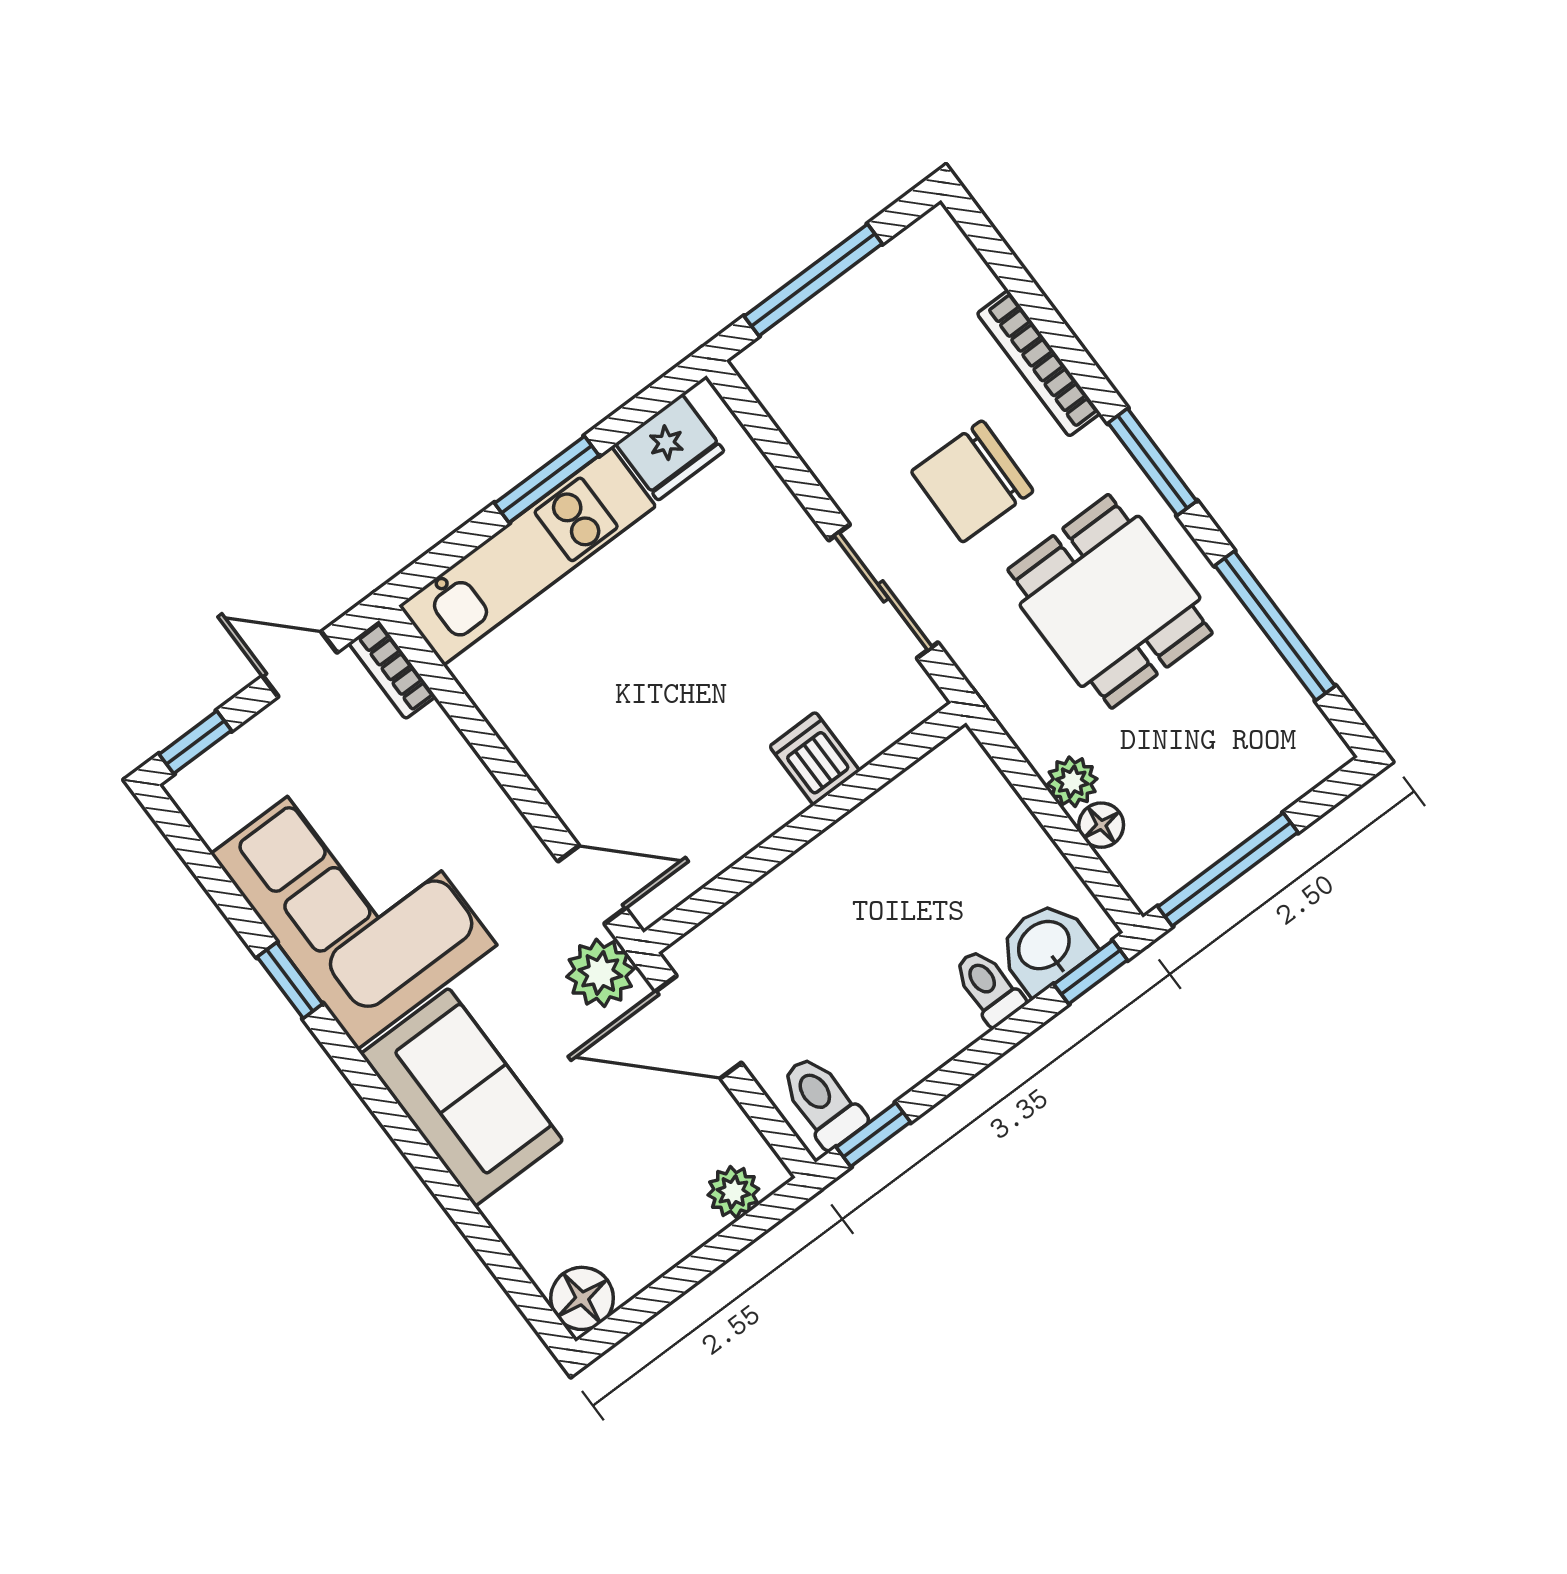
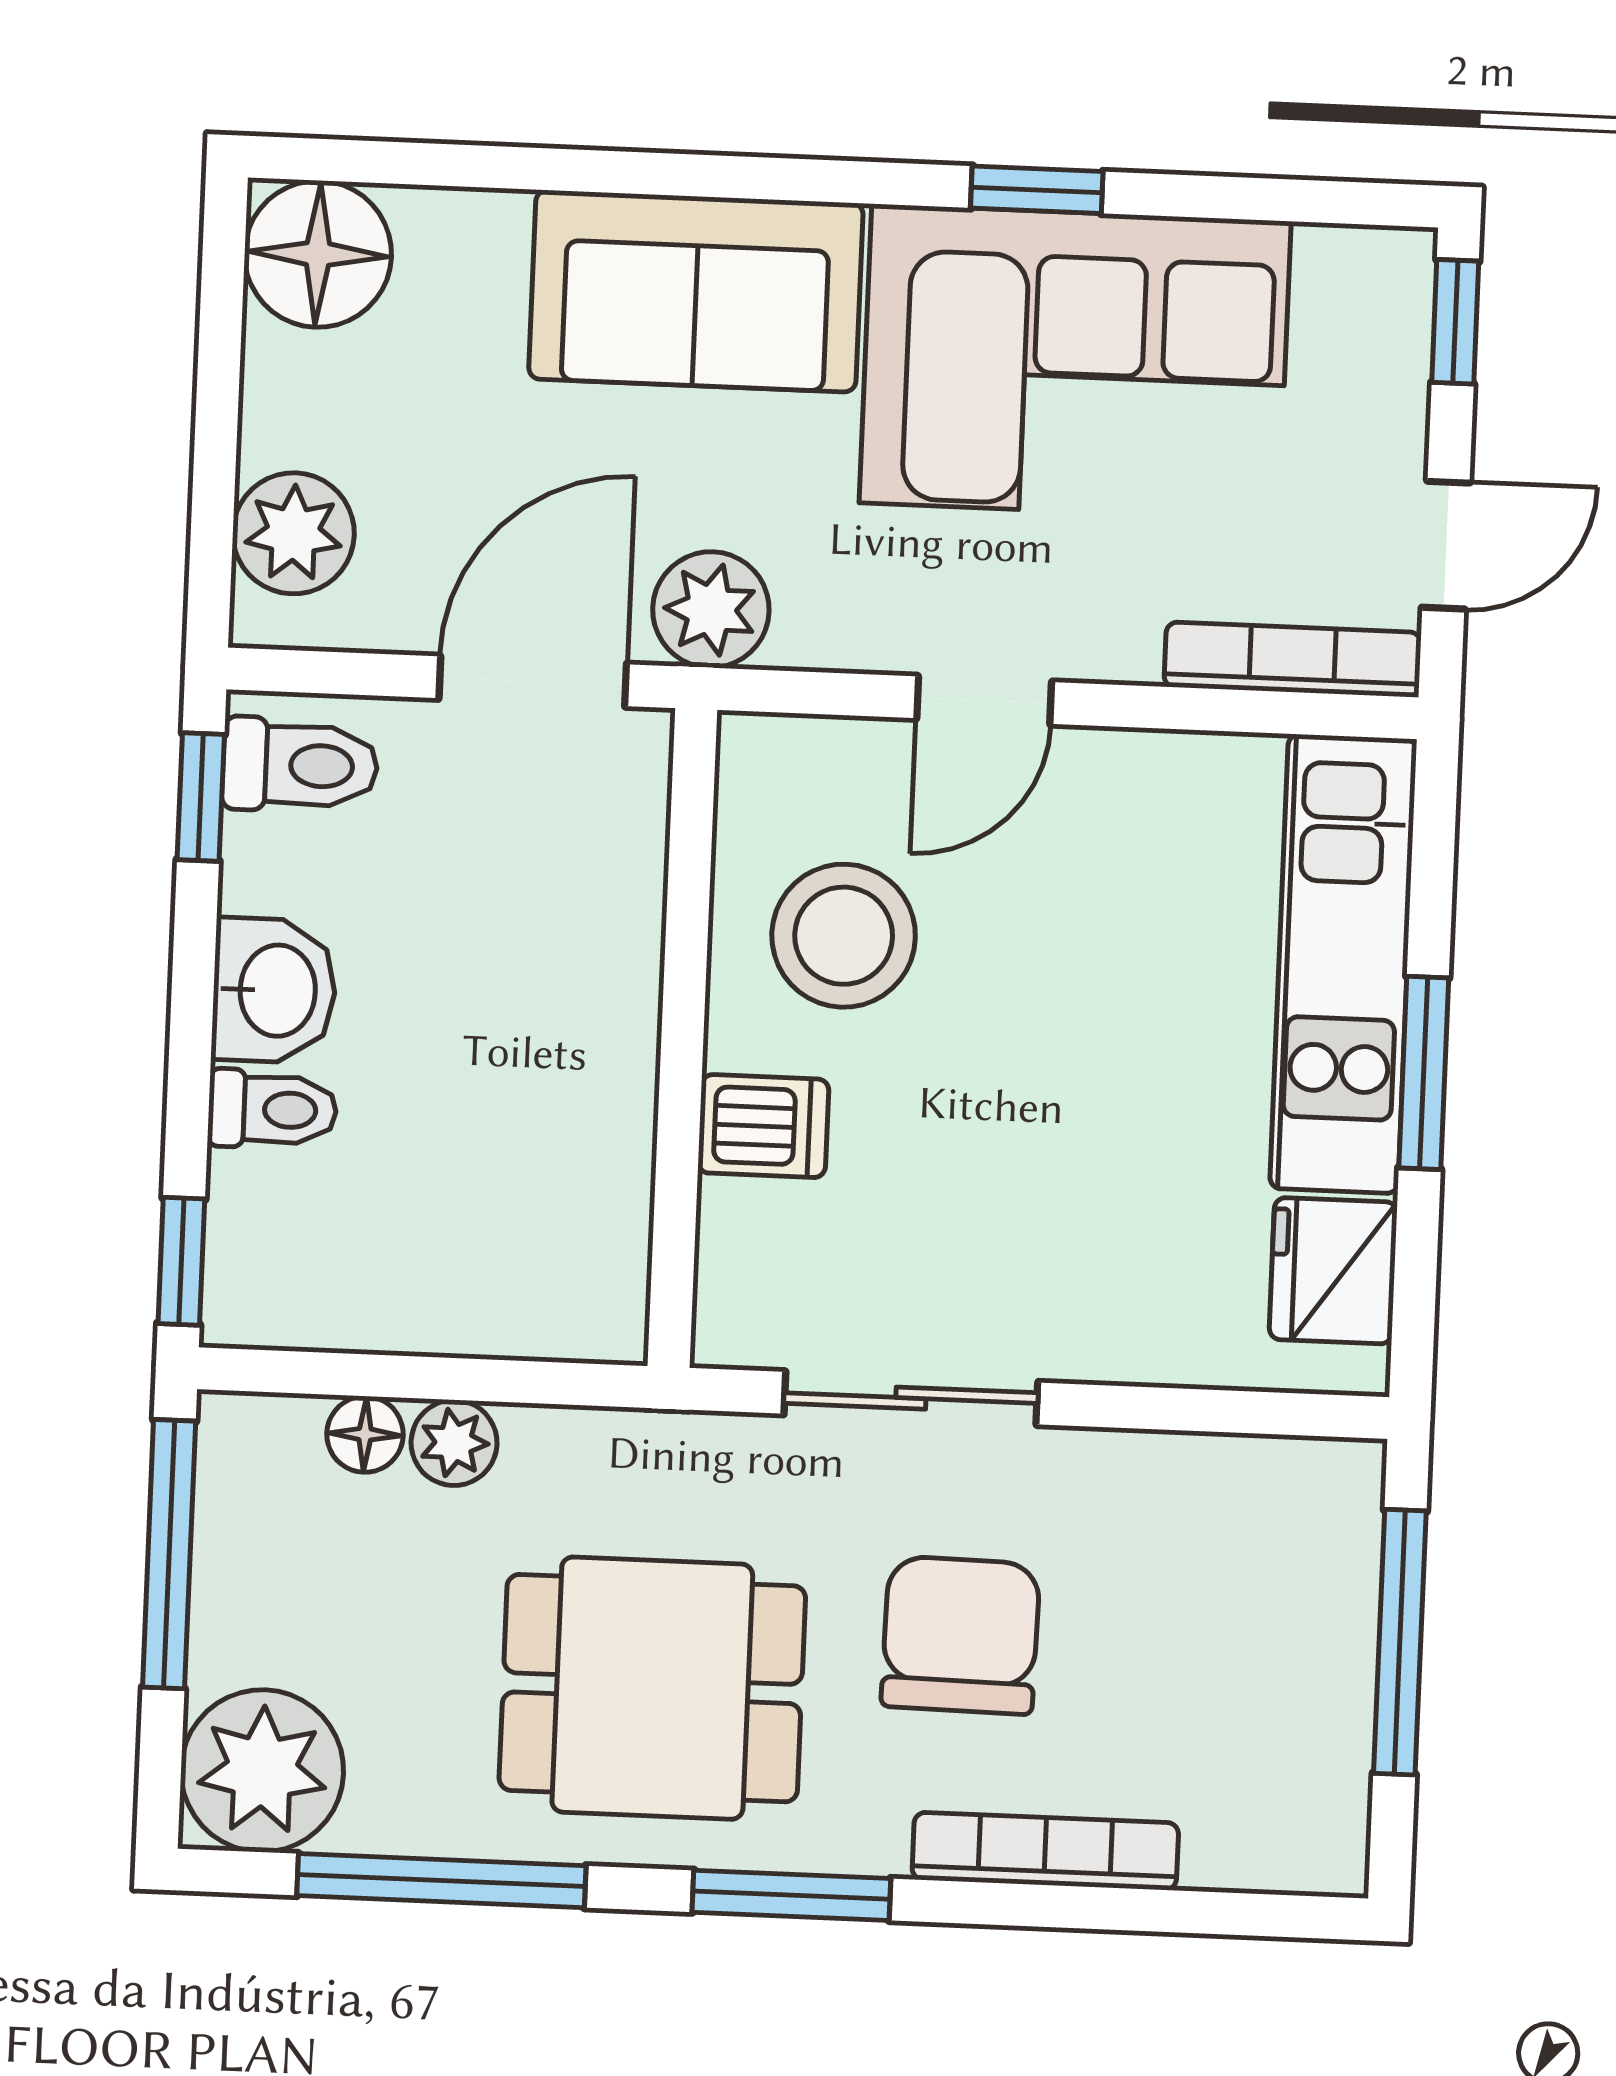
bookcase: (392, 670) -> (1293, 660), width x1.56
plant: (1291, 747) -> (262, 1771), added
stool: (699, 793) -> (844, 936), added
door: (592, 885) -> (984, 700), moved
washbasin: (1045, 947) -> (274, 990), moved
plant: (733, 1192) -> (293, 533), width x1.38, depth x1.38
floor lamp: (582, 1298) -> (318, 254), width x1.38, depth x1.38

